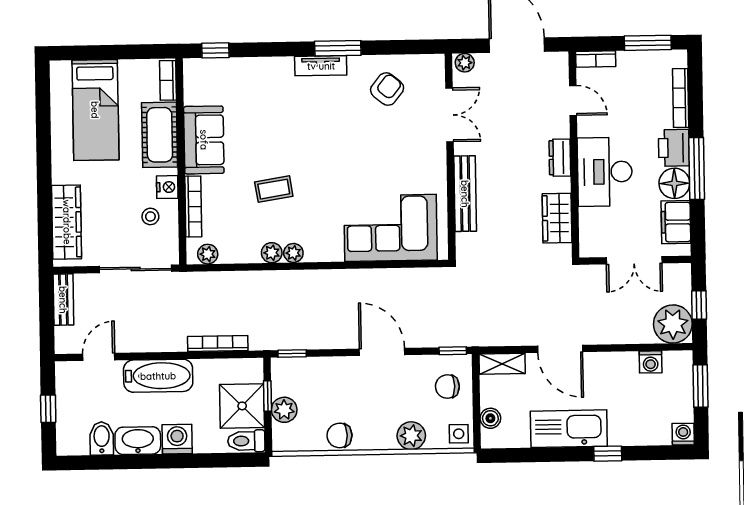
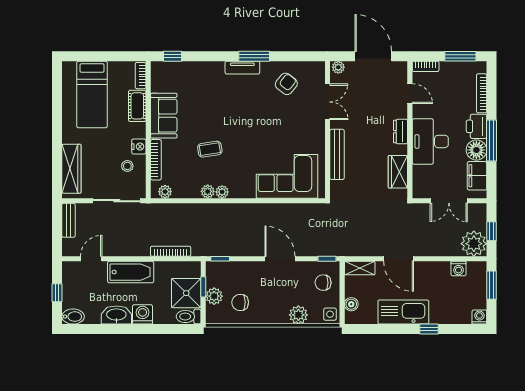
cot: (160, 135) -> (137, 106), width x0.73, depth x0.75
chair: (339, 435) -> (240, 302), moved
bidet: (102, 438) -> (73, 317), moved, turned 90

